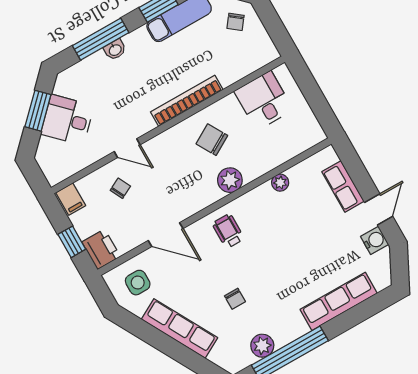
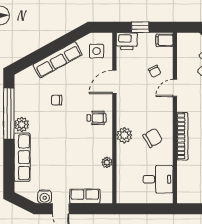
plant: (262, 346) -> (22, 125), moved

